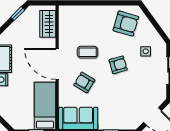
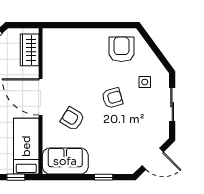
armchair: (126, 24) -> (121, 49), turned -106
coffee table: (88, 52) -> (76, 83), removed

